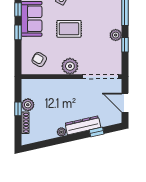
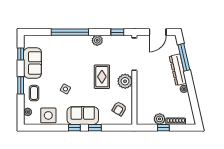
rug: (69, 29) -> (102, 77), moved
window: (125, 45) -> (117, 32), moved
window: (97, 132) -> (184, 57), width x2.17

